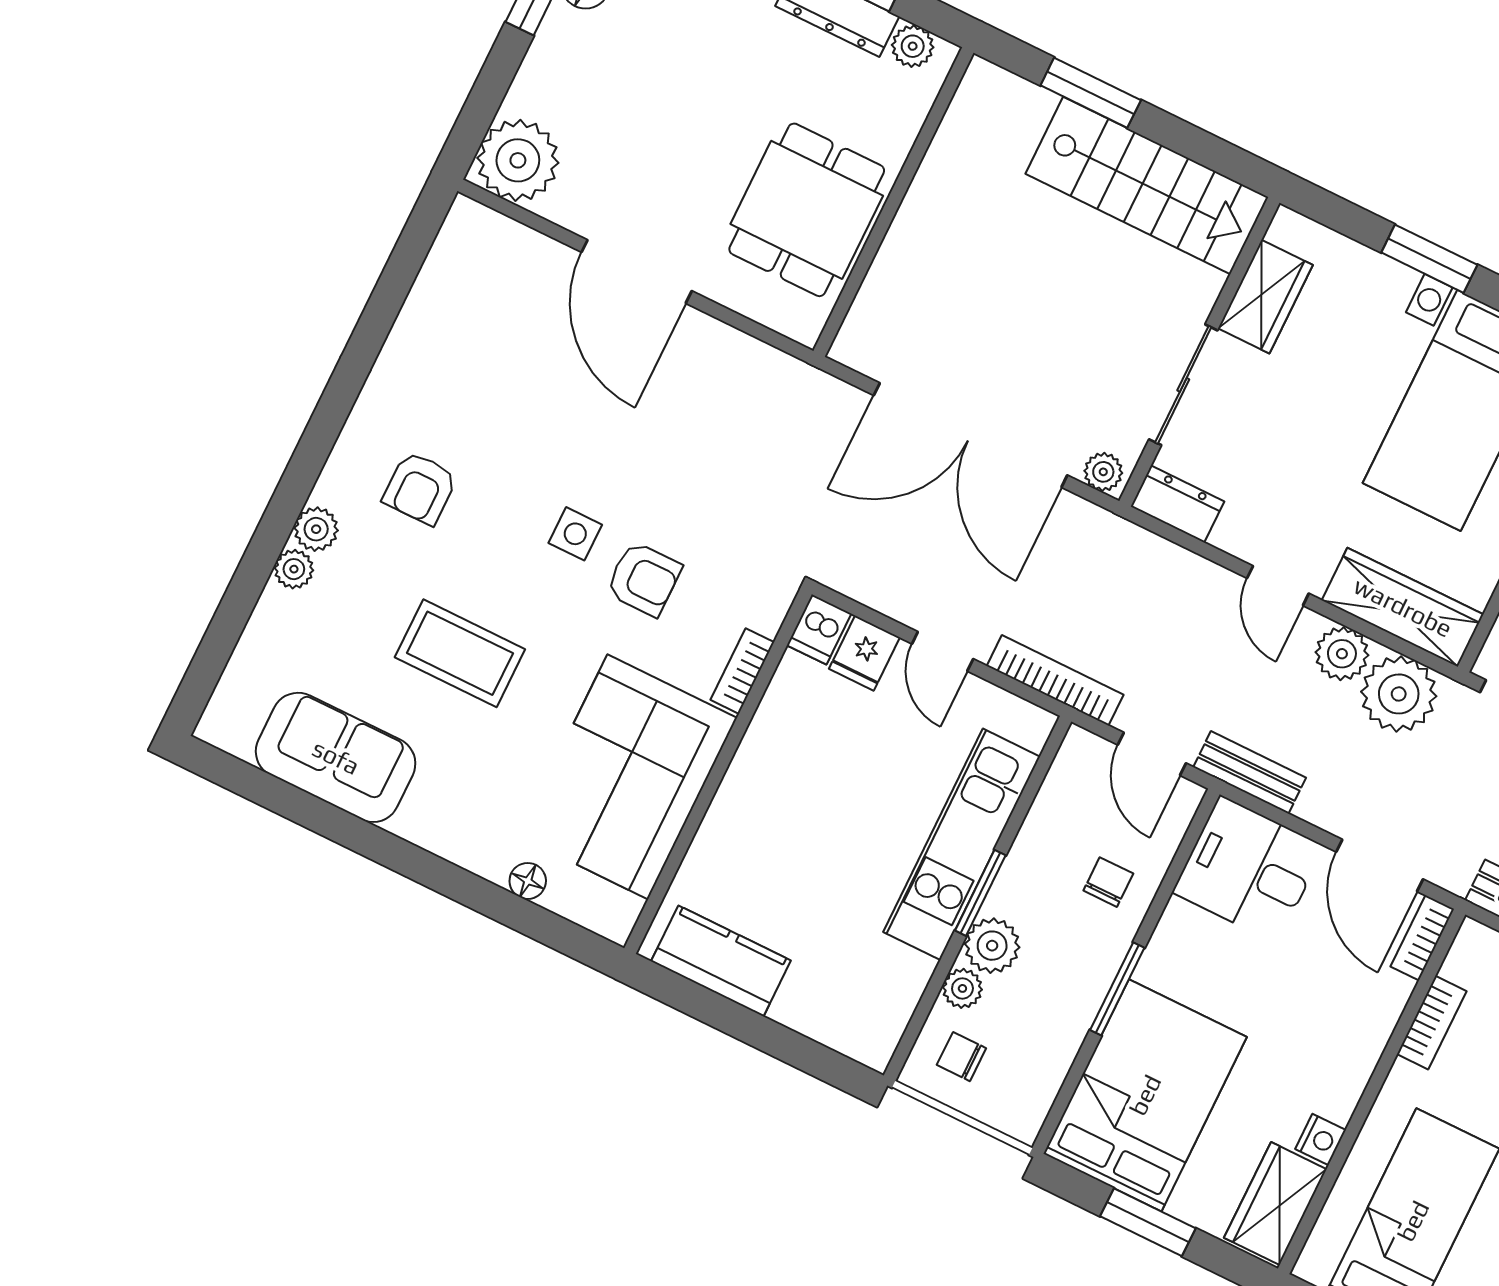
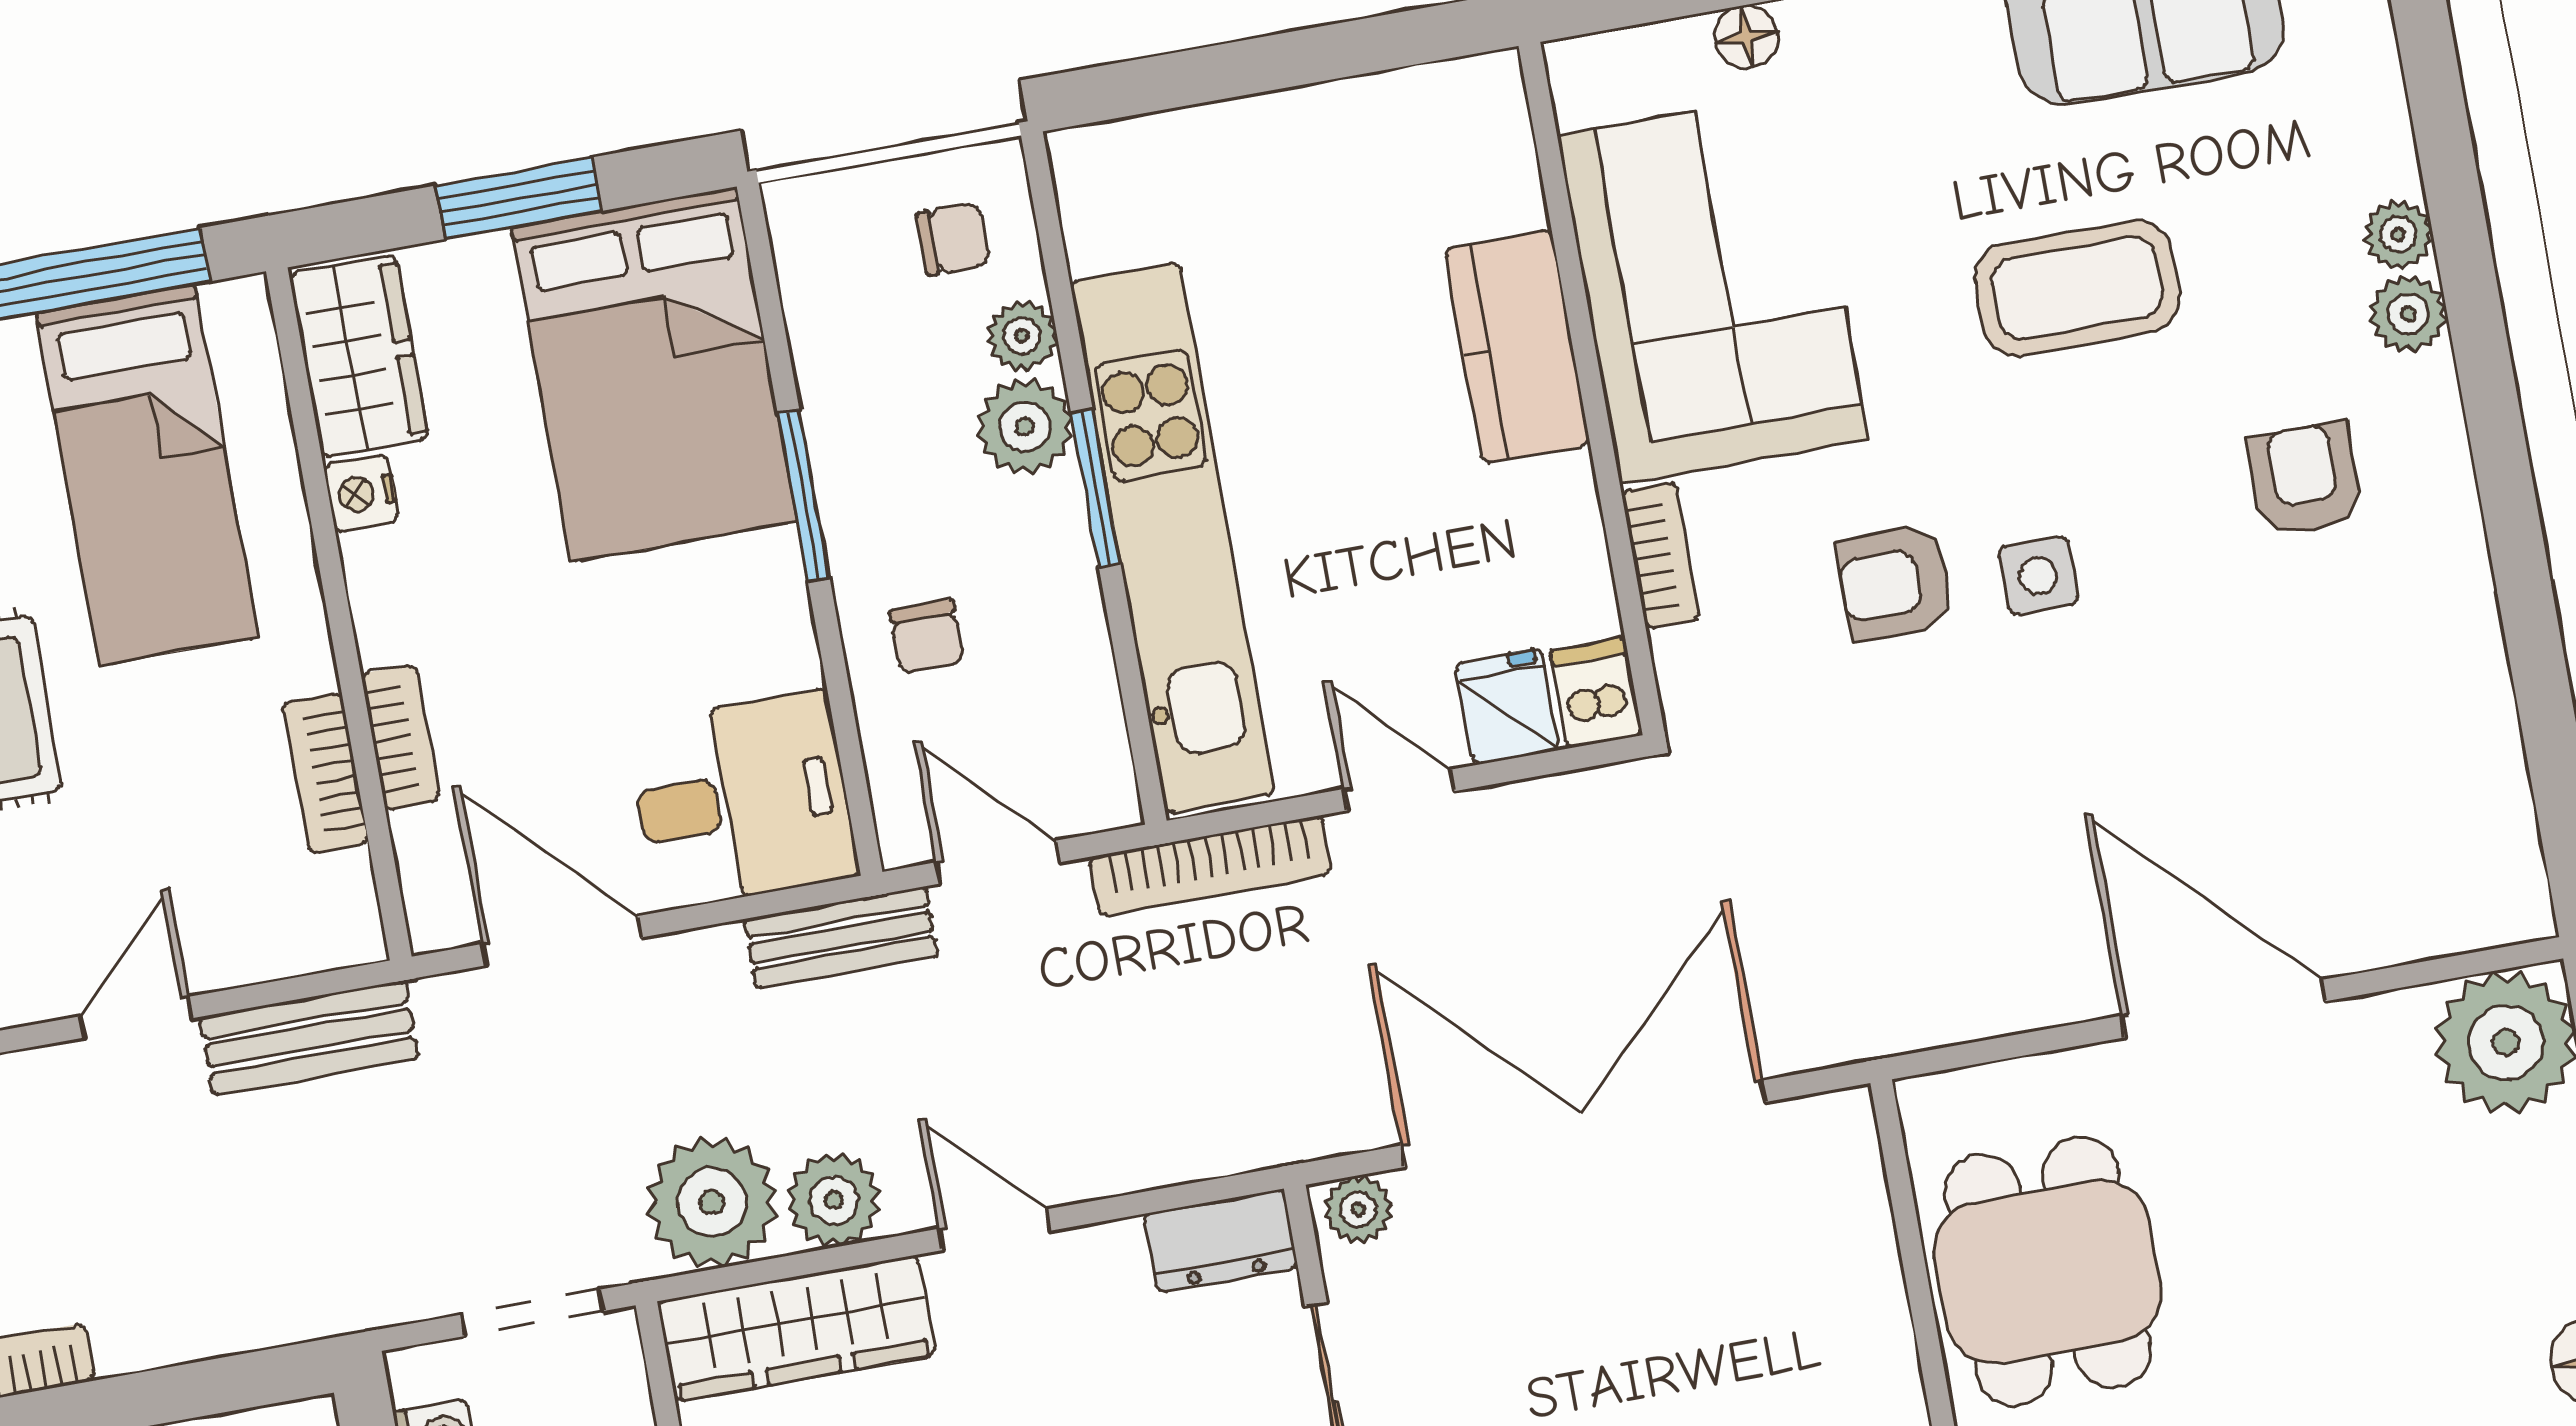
kitchen unit: (962, 844) -> (1172, 538), width x1.36
bookcase: (1422, 938) -> (400, 737), moved
kitchen counter: (721, 961) -> (1517, 347), moved, turned 90

